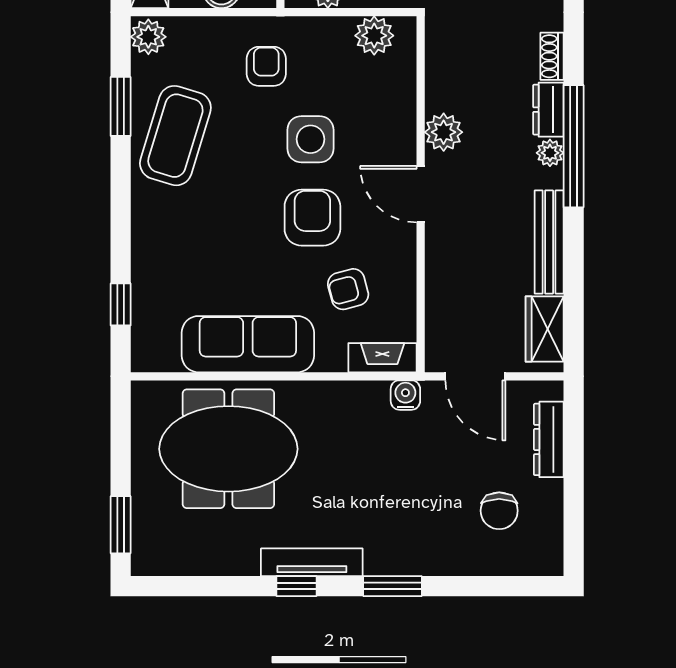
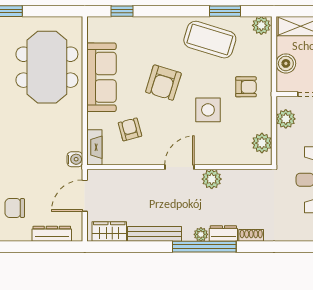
armchair: (312, 218) -> (163, 83), moved, turned 107

